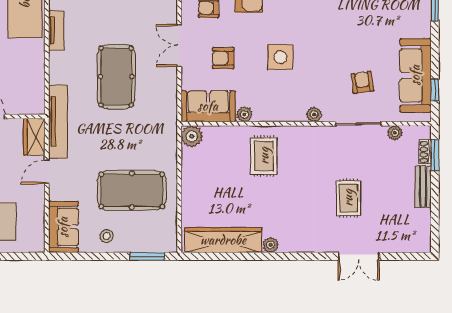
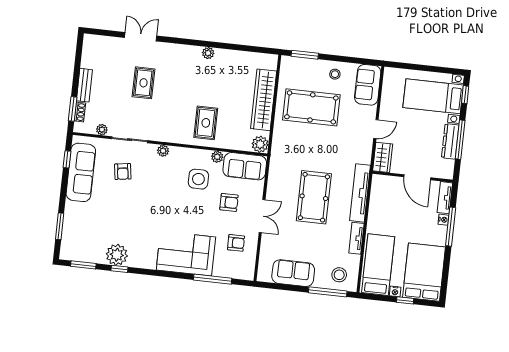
side table: (280, 57) -> (198, 179), moved
tv unit: (58, 122) -> (360, 193), moved
wardrobe: (223, 240) -> (264, 100), moved, turned 90

